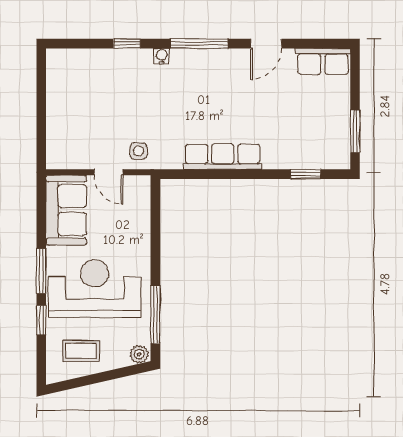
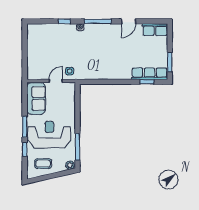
row of seats: (223, 157) -> (150, 74), moved
door: (108, 172) -> (56, 81), swing flipped

